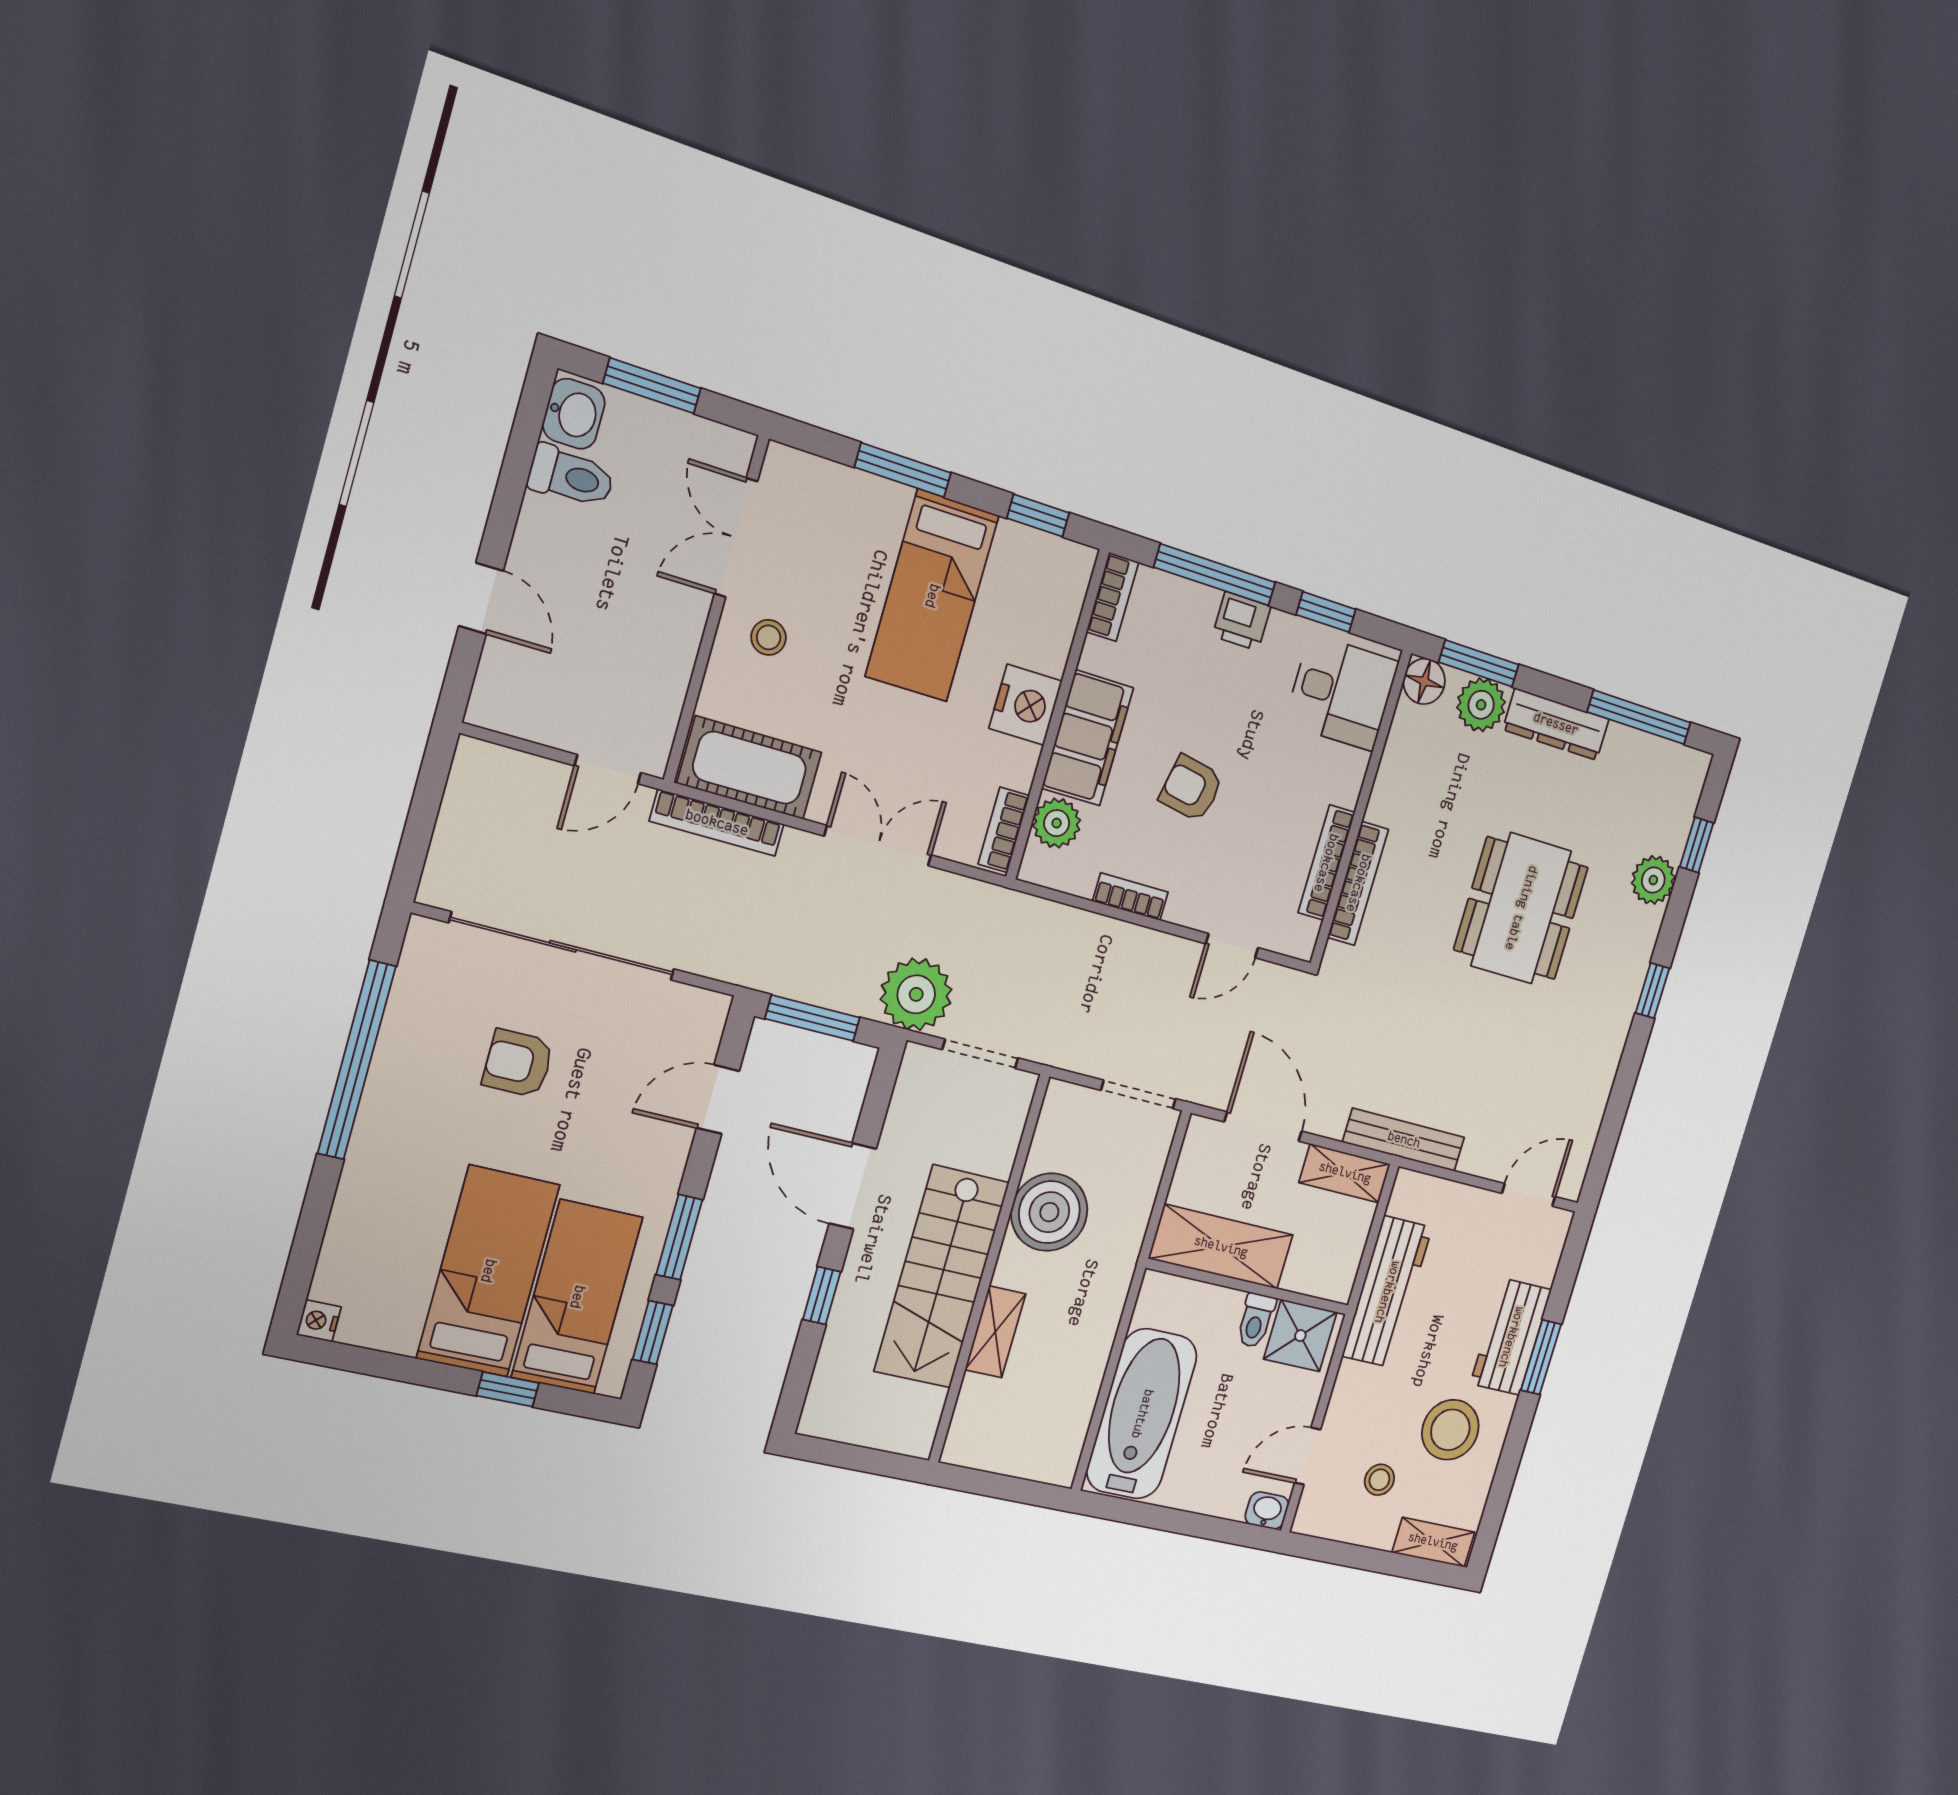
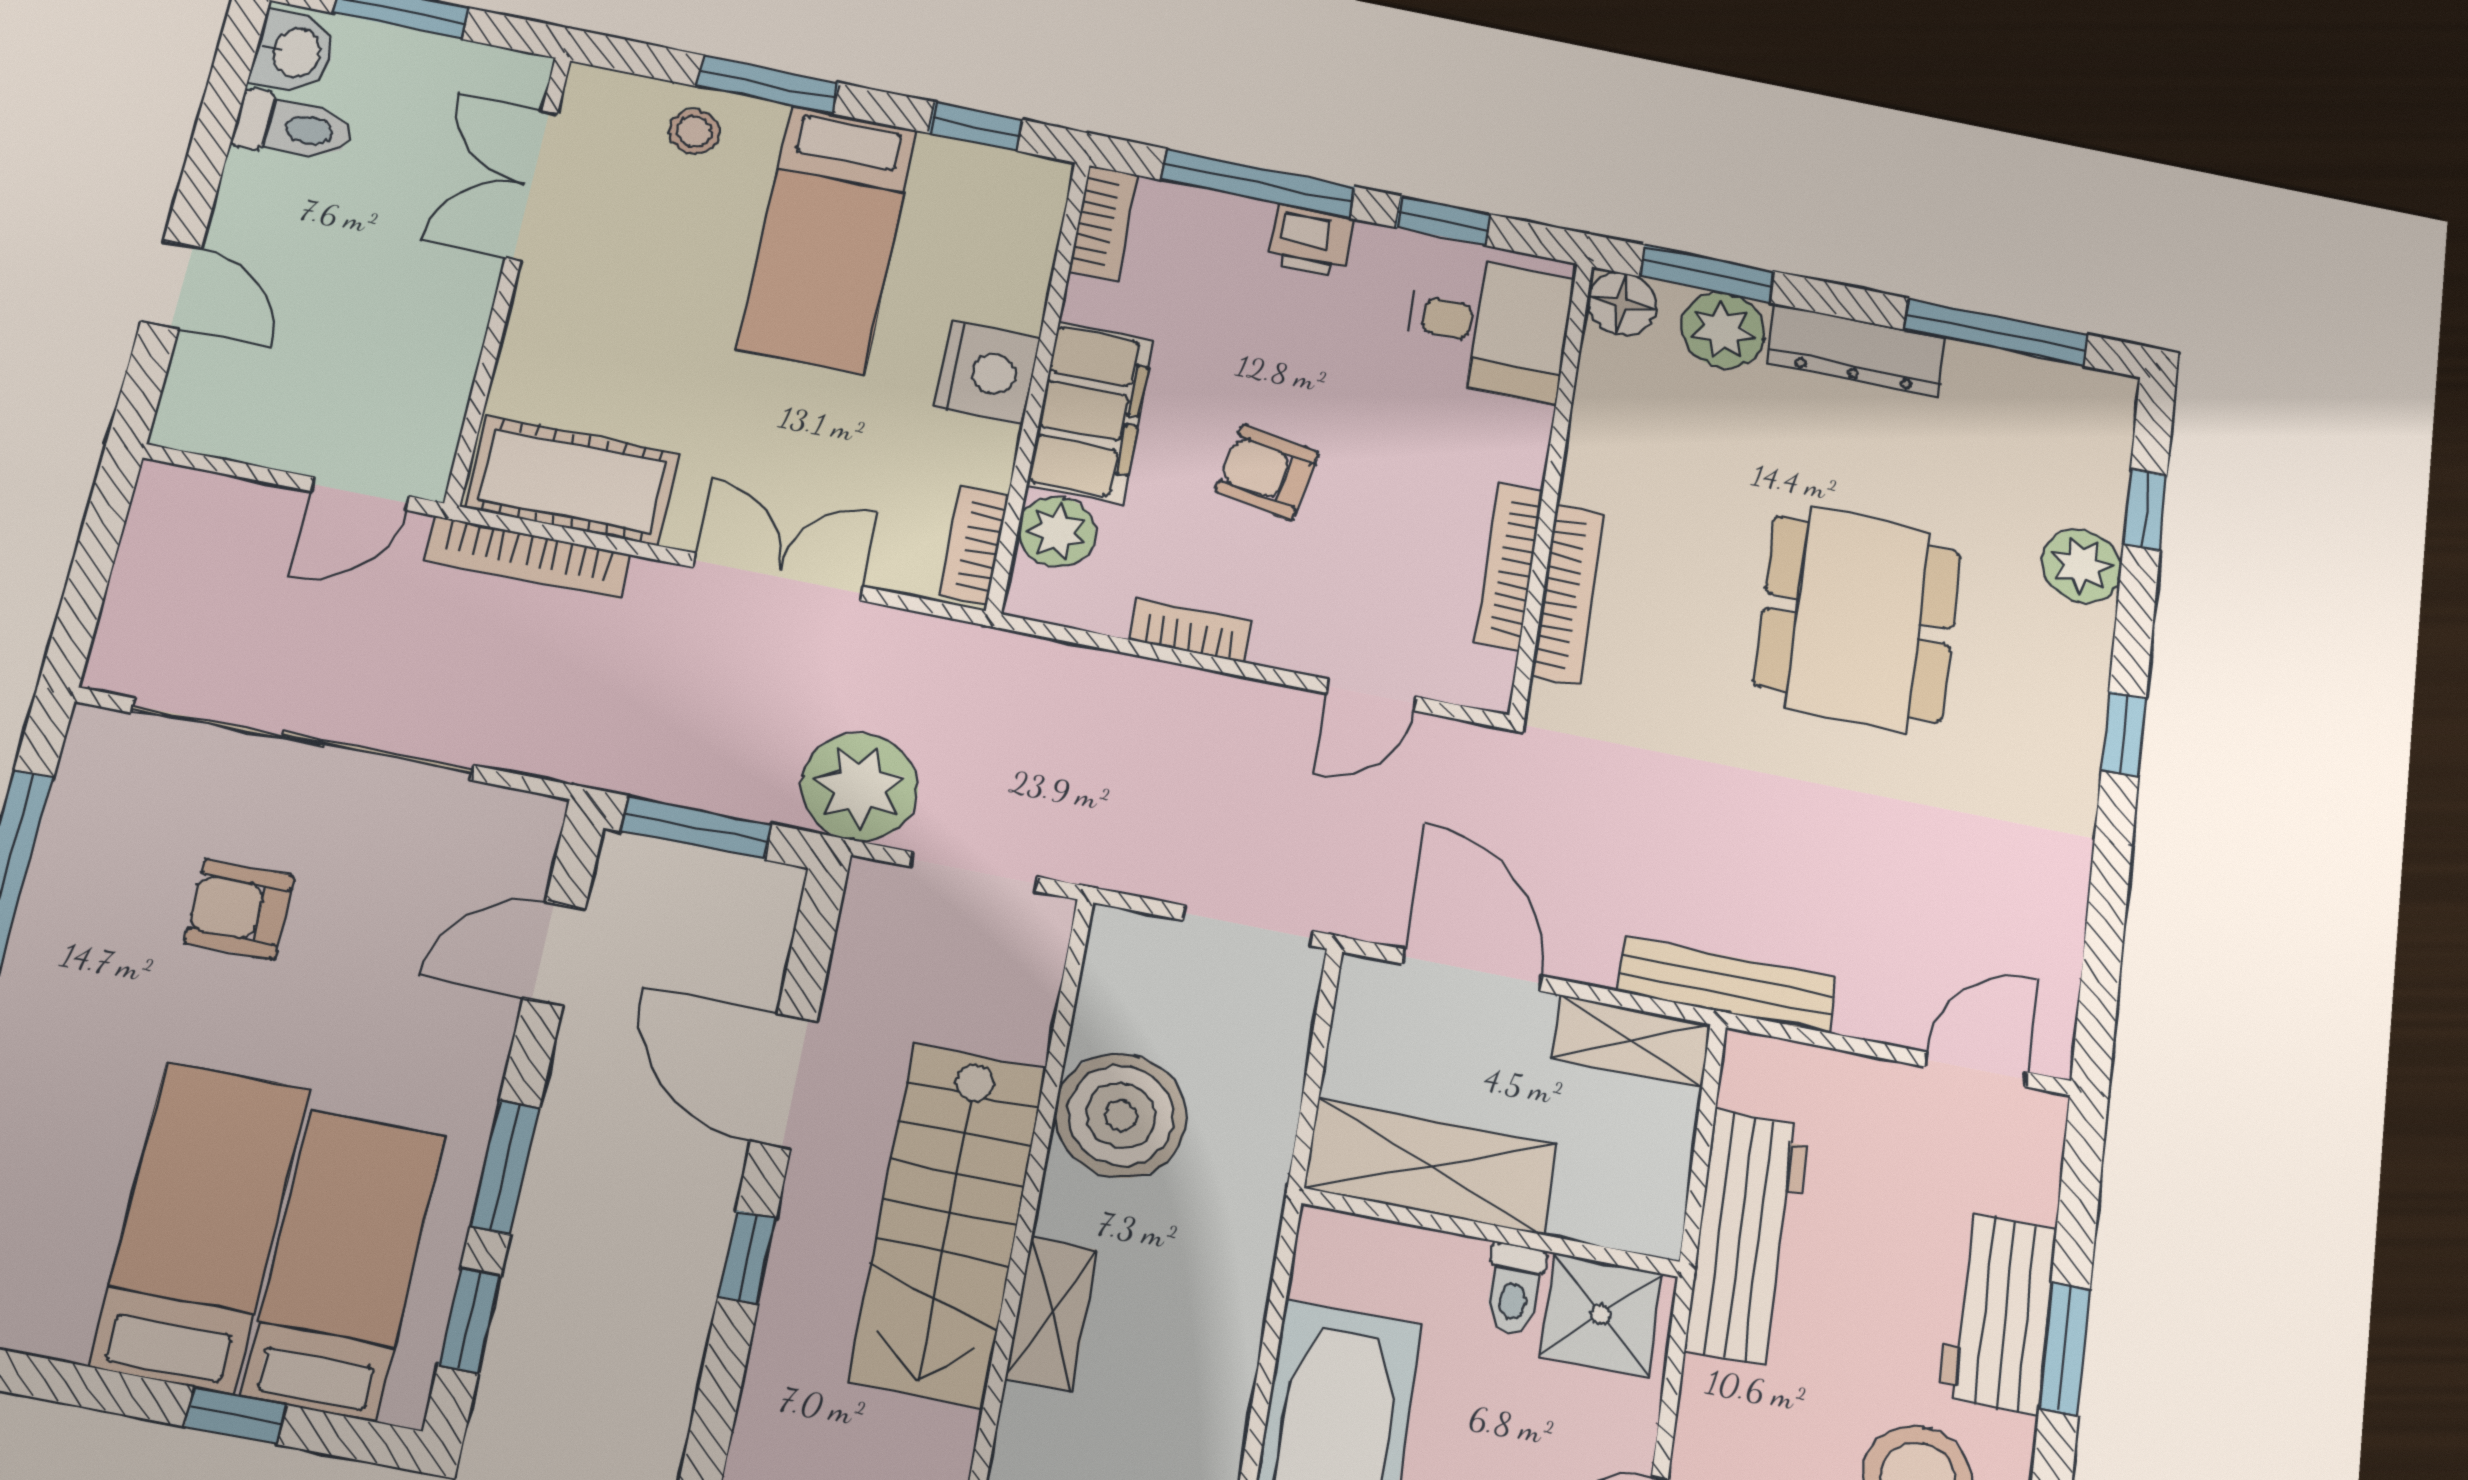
stool: (769, 637) -> (694, 132), moved

